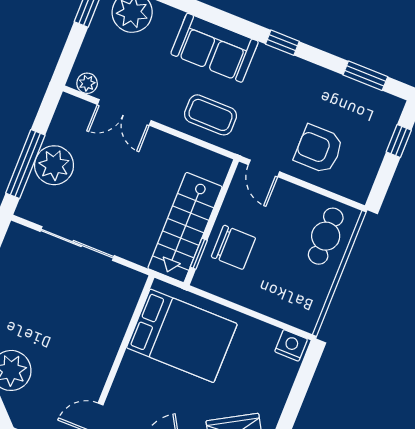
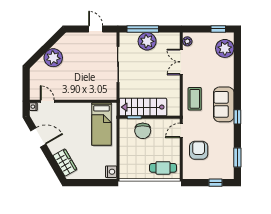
sofa: (215, 48) -> (224, 104), moved
bed: (182, 336) -> (102, 124), width x0.67

